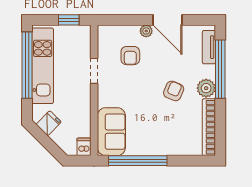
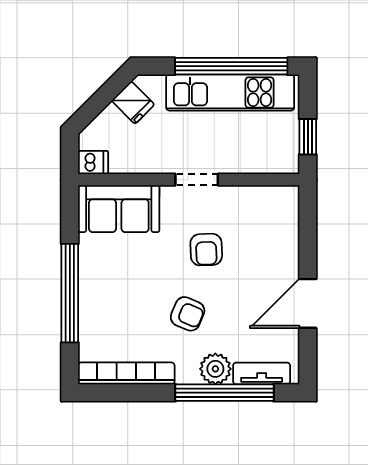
plant: (146, 31) -> (289, 267), removed
armchair: (130, 56) -> (206, 250), moved, turned -92
doorway: (94, 71) -> (197, 180), moved
plant: (206, 88) -> (215, 369), moved
window: (138, 161) -> (70, 293), moved

